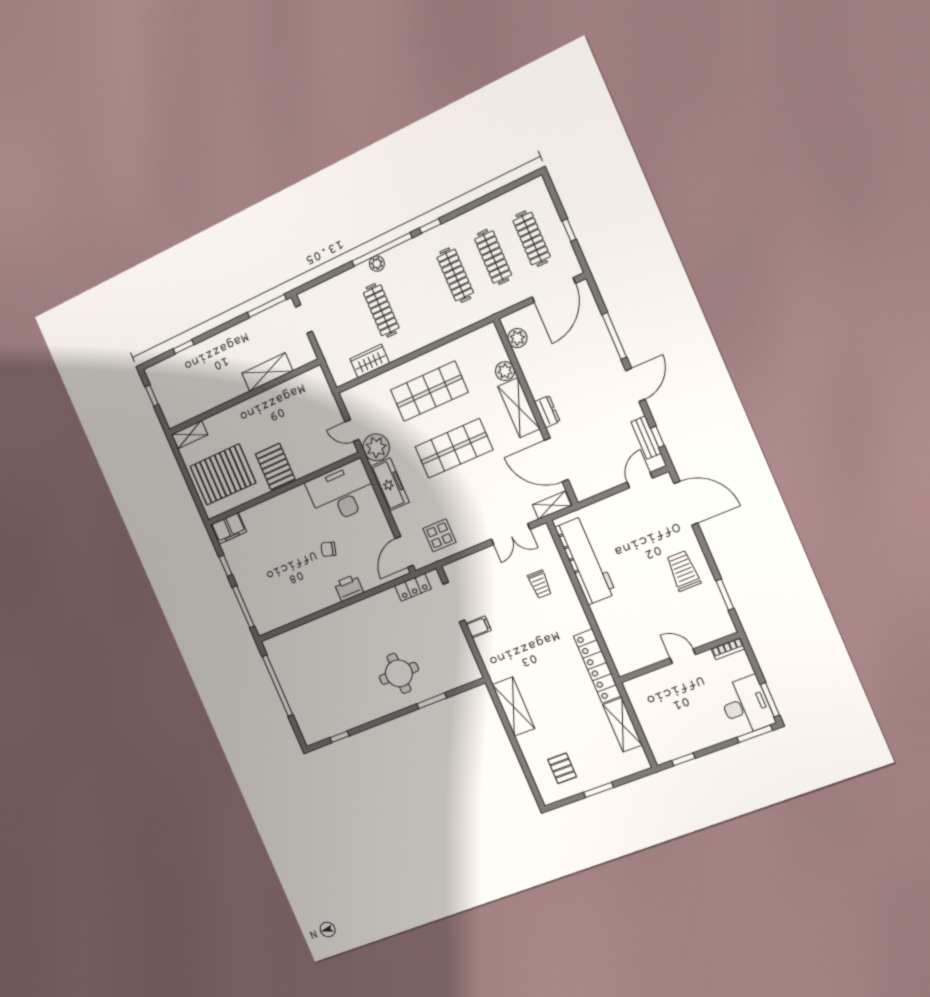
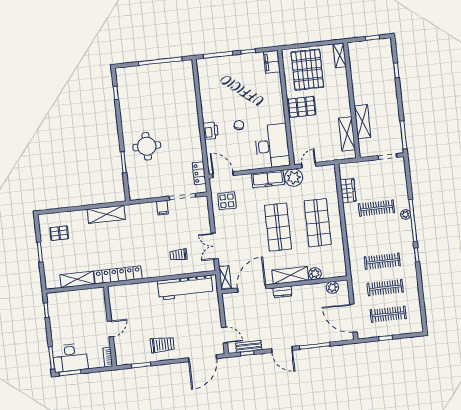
shelving: (291, 389) -> (347, 134), added

